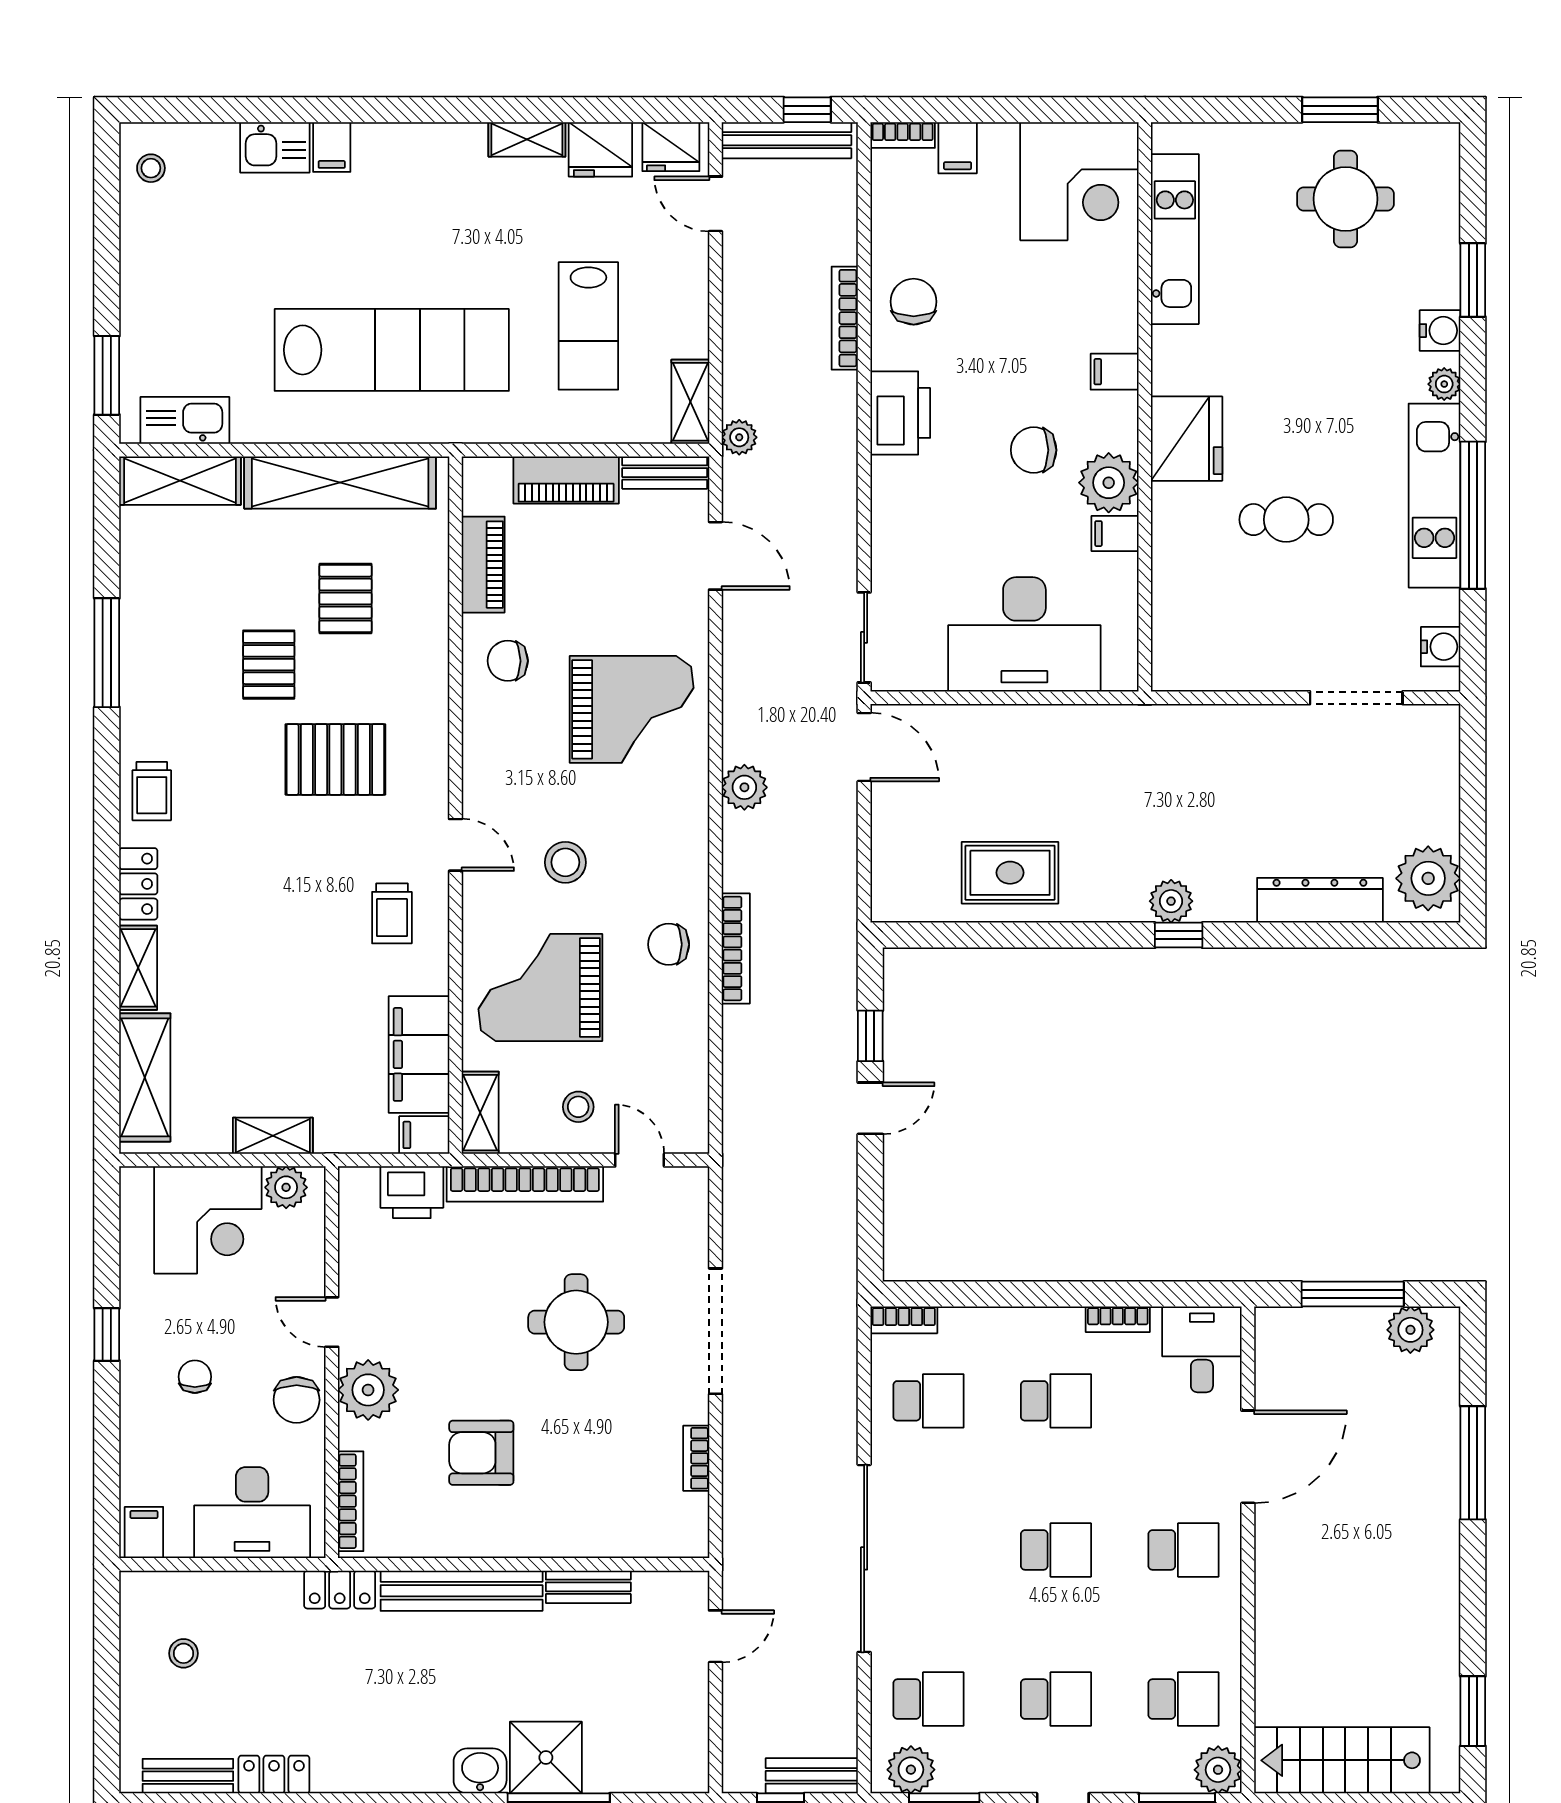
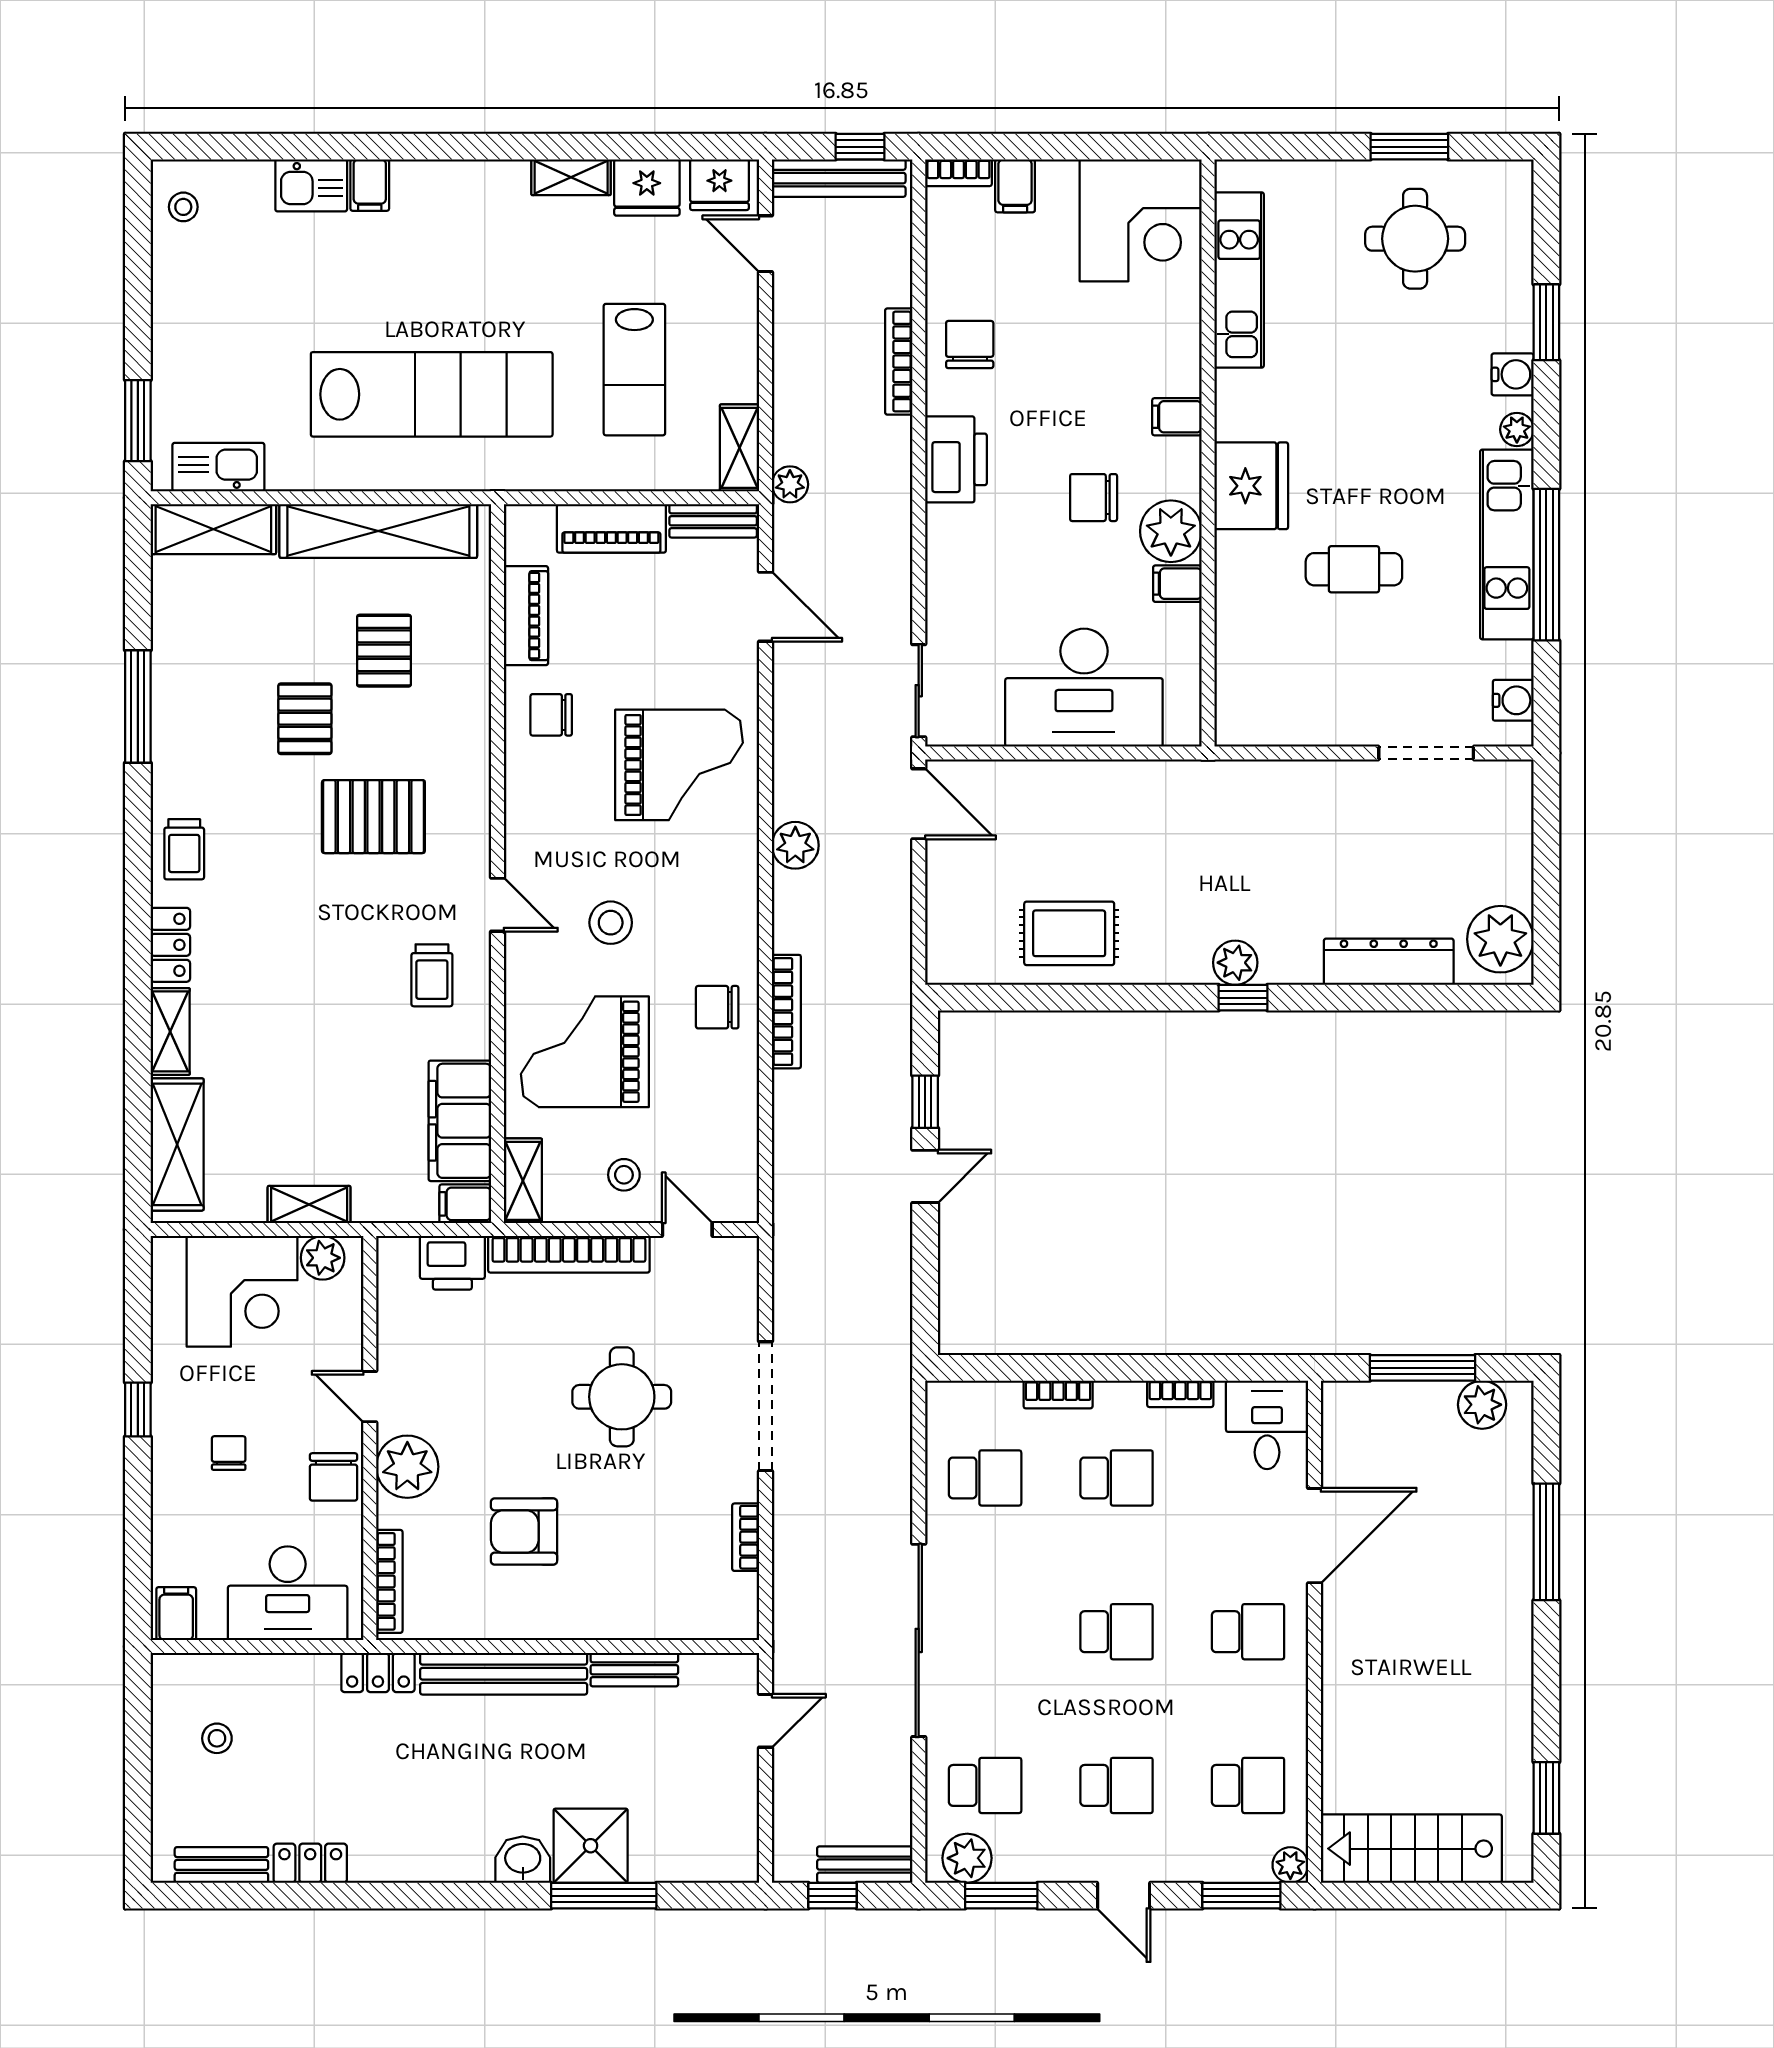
bookcase: (904, 1320) -> (1058, 1394), moved
plant: (1218, 1770) -> (1290, 1865), width x0.73, depth x0.73

